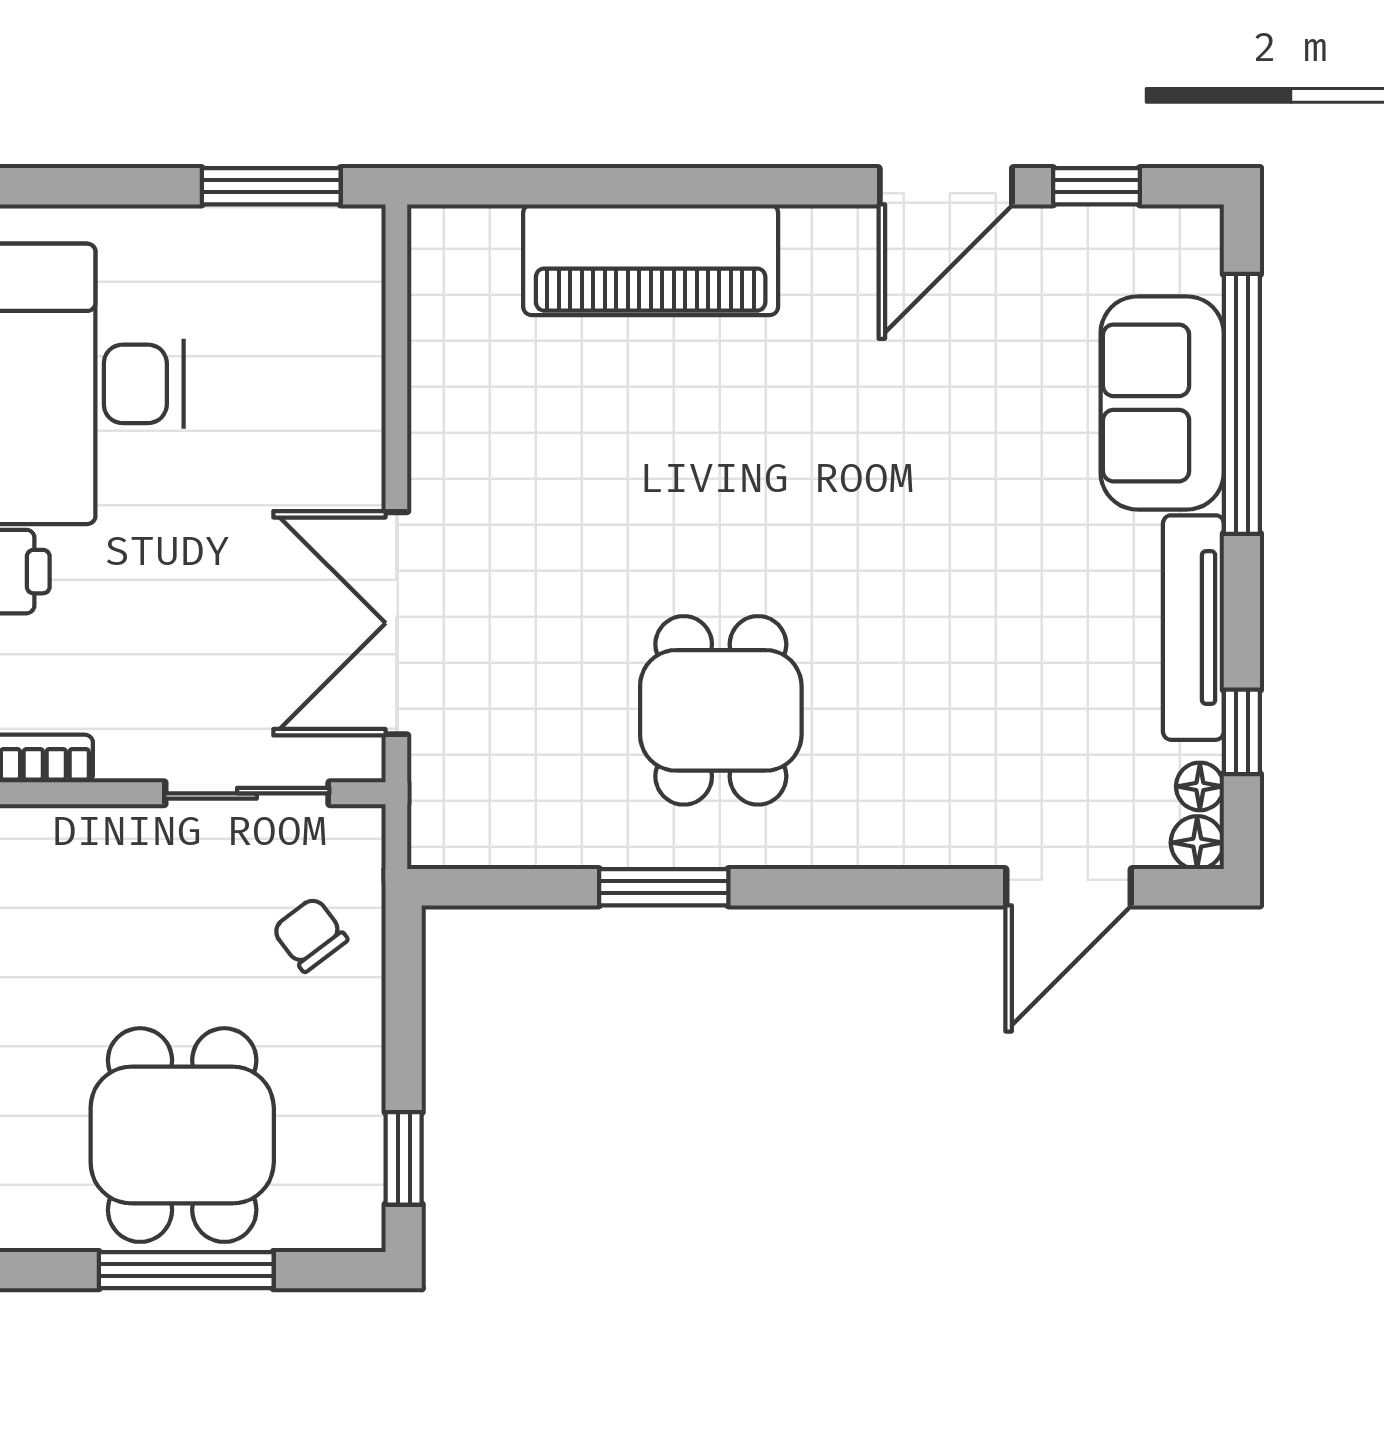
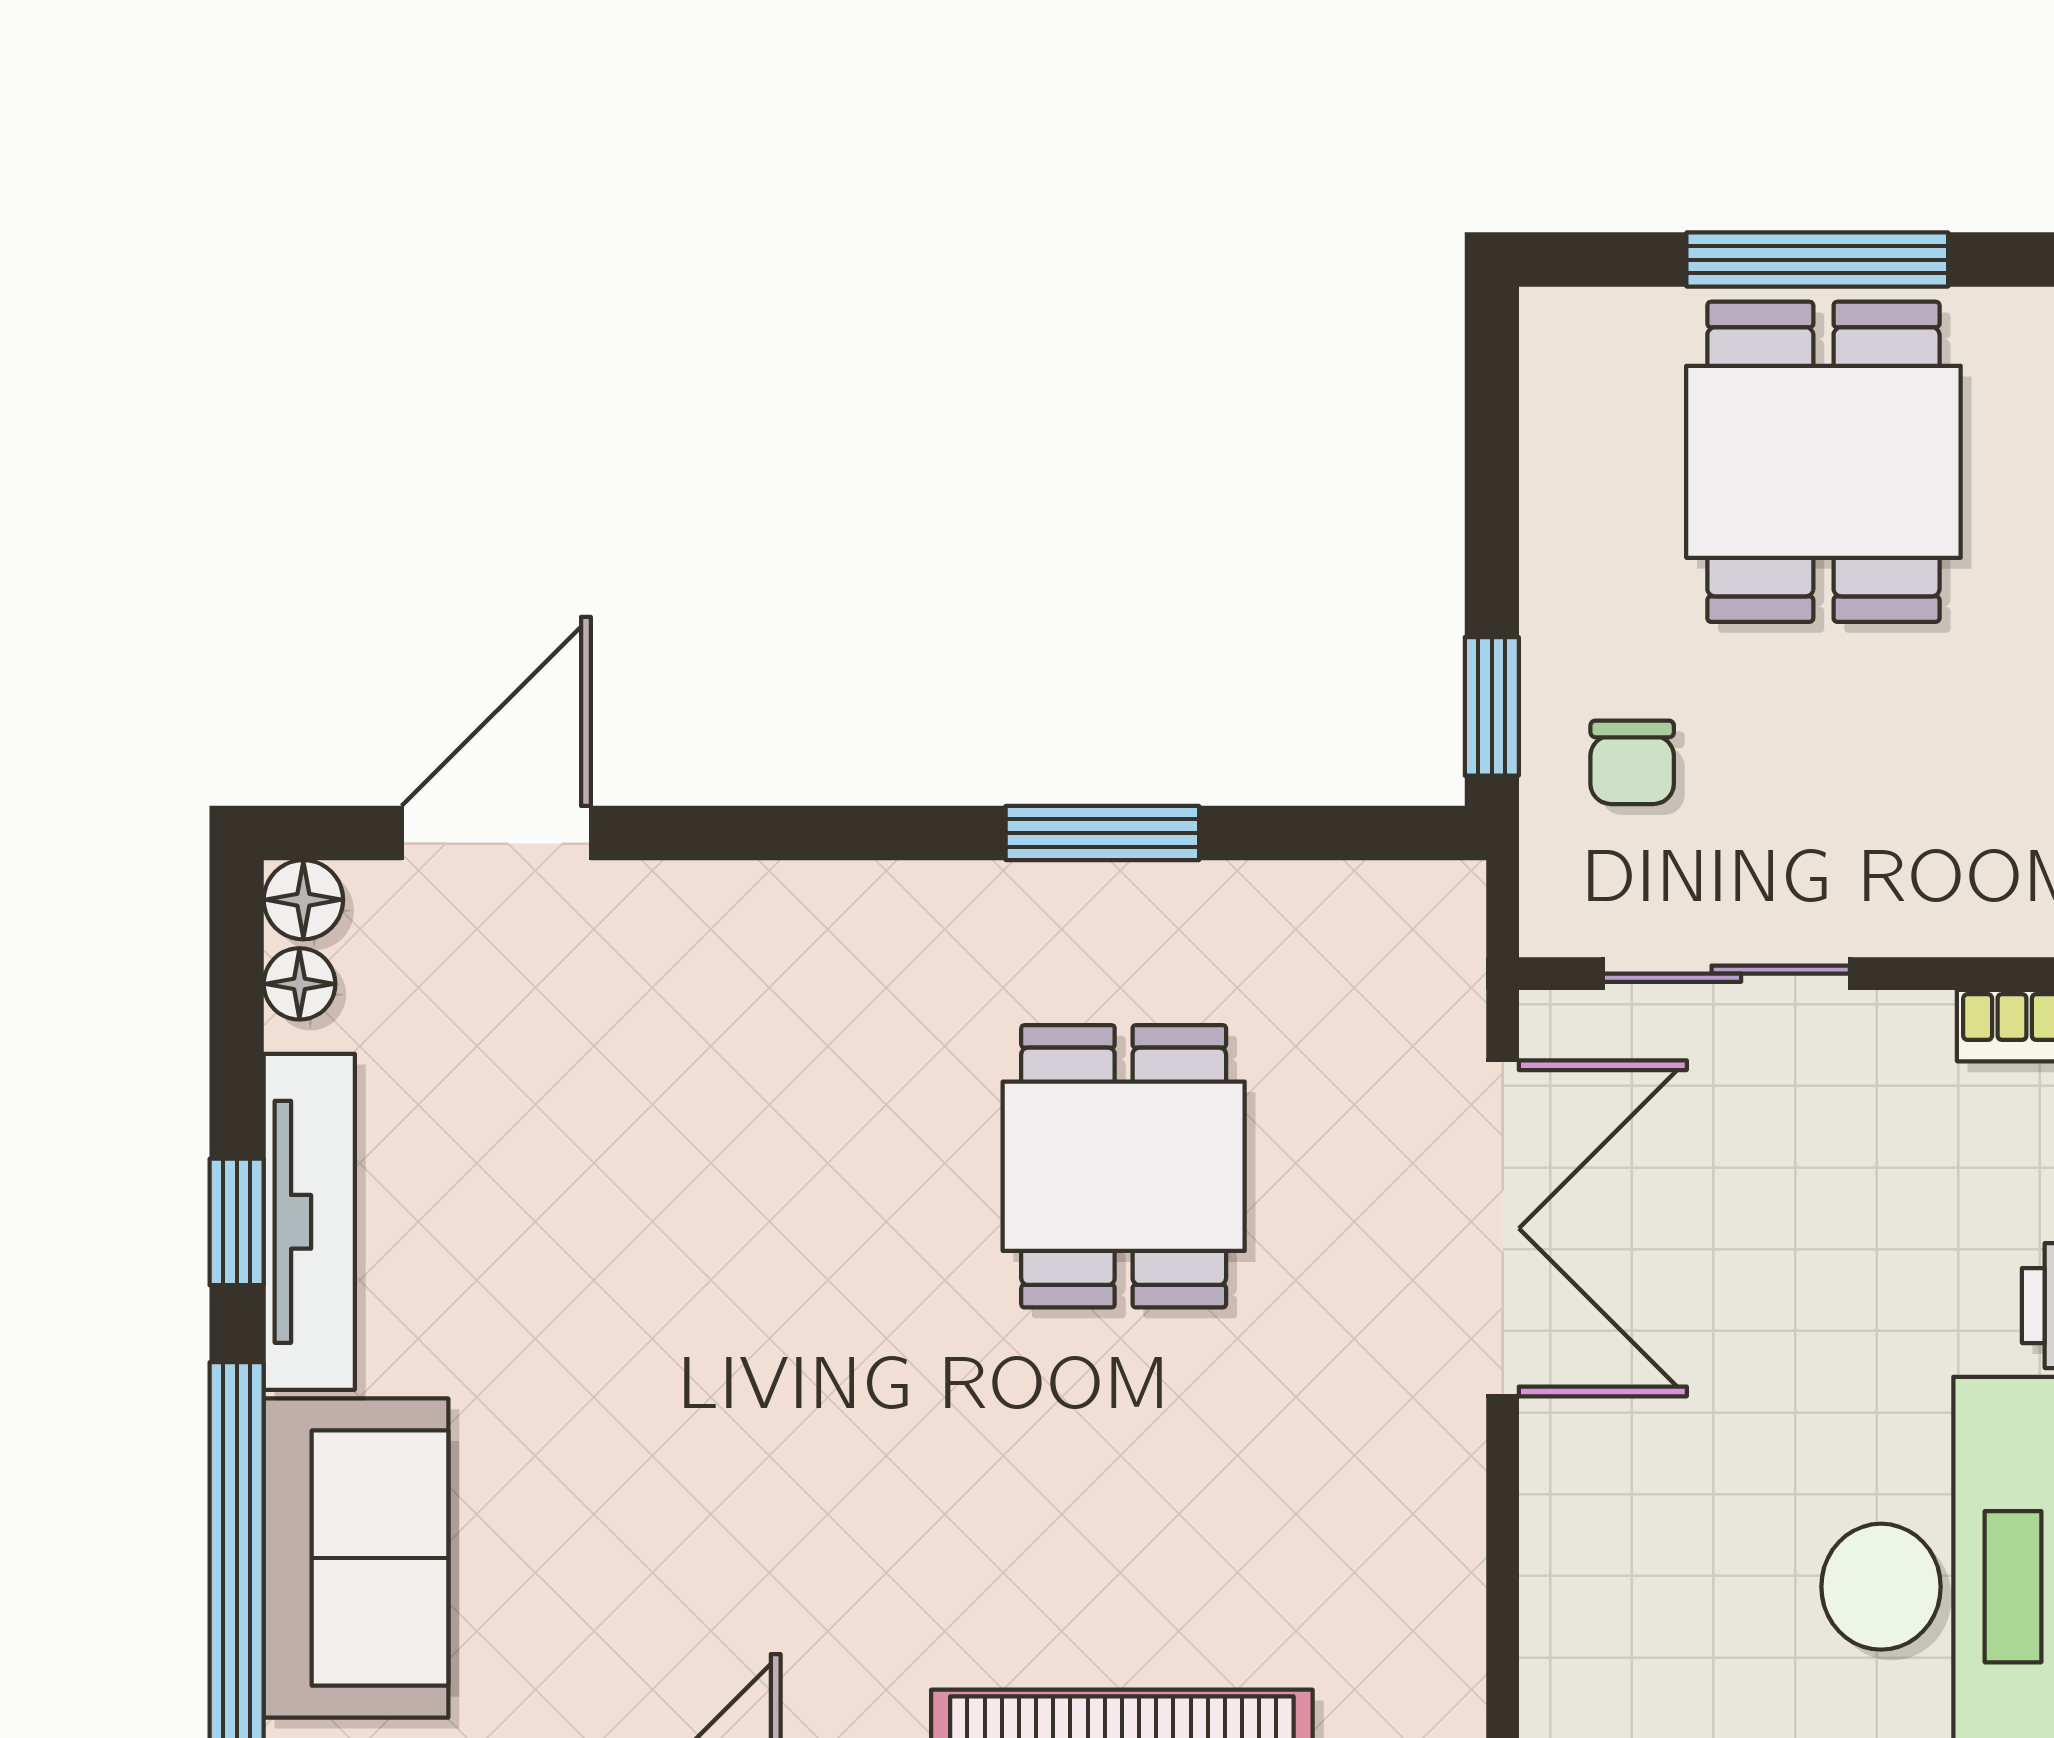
dining table: (721, 710) -> (1124, 1166), moved
window: (1242, 732) -> (237, 1222), moved
chair: (310, 934) -> (1632, 762), turned 37
window: (404, 1158) -> (1492, 706), moved

